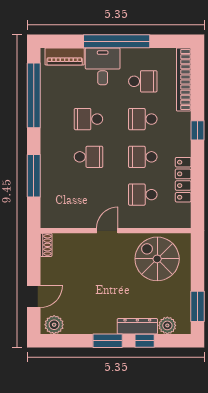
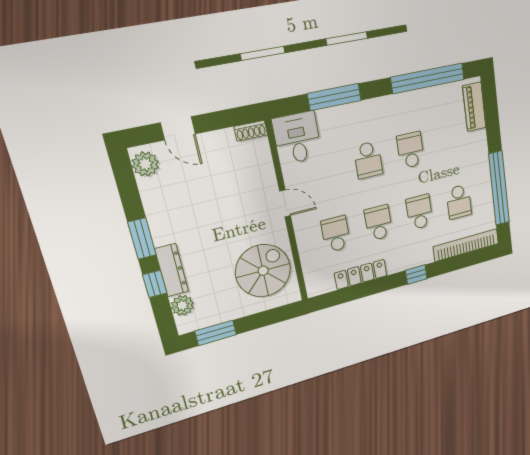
window: (117, 41) -> (499, 188), moved
desk: (103, 66) -> (297, 138), moved, turned -90

